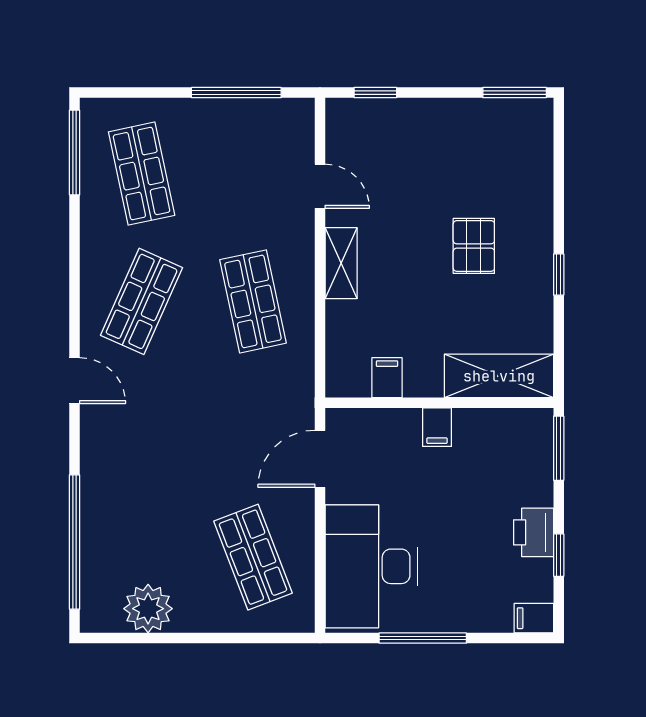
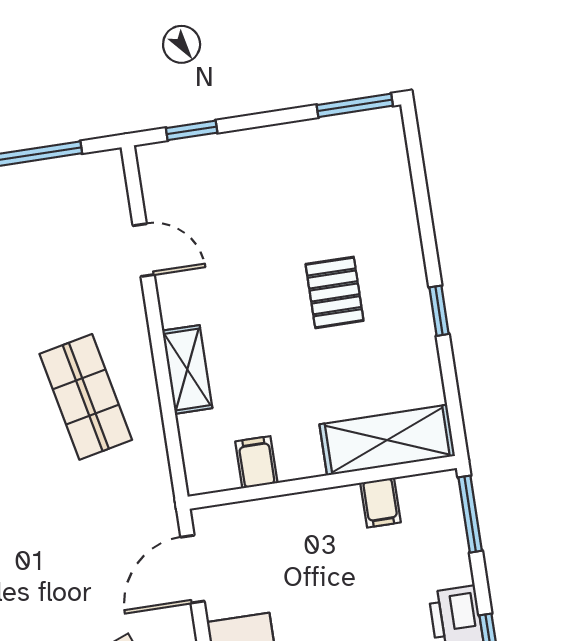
shelving: (341, 263) -> (187, 369), moved
filing cabinet: (437, 427) -> (381, 503), moved

